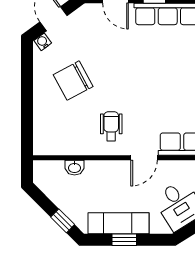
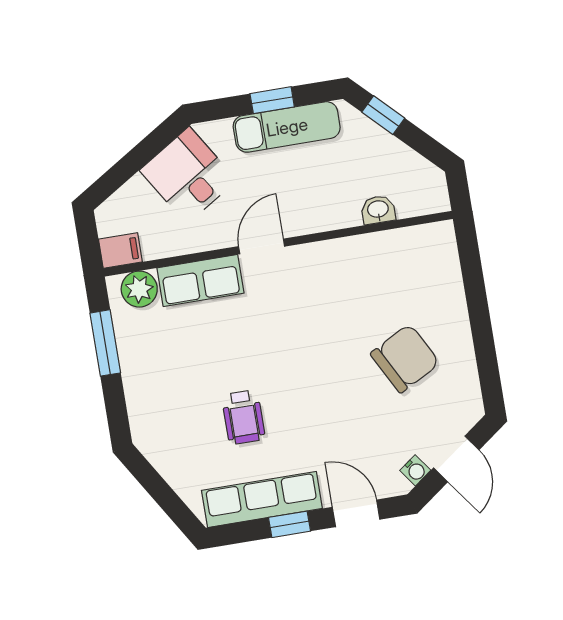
water cooler: (43, 42) -> (415, 470), moved
wheelchair: (111, 126) -> (243, 417), moved

